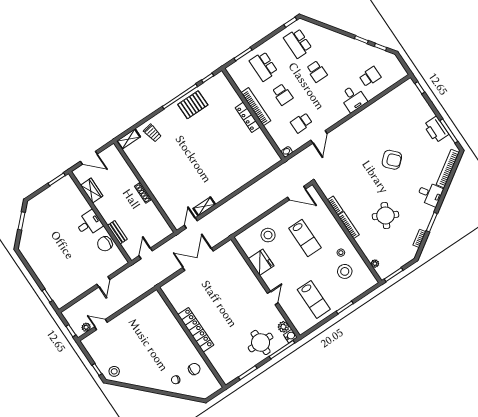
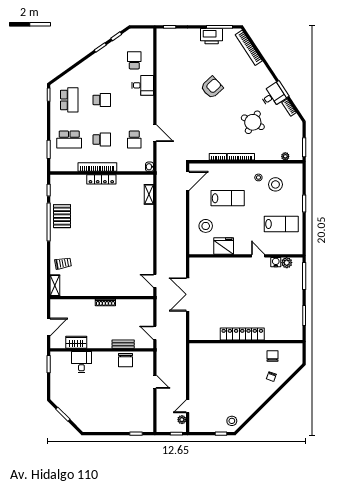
school desk: (298, 43) -> (69, 100), turned -90
desk: (430, 194) -> (273, 96), moved
shelving: (204, 206) -> (149, 194), moved
desk: (89, 223) -> (81, 362), moved
water cooler: (290, 336) -> (276, 262), moved
round table: (261, 342) -> (287, 289), removed

